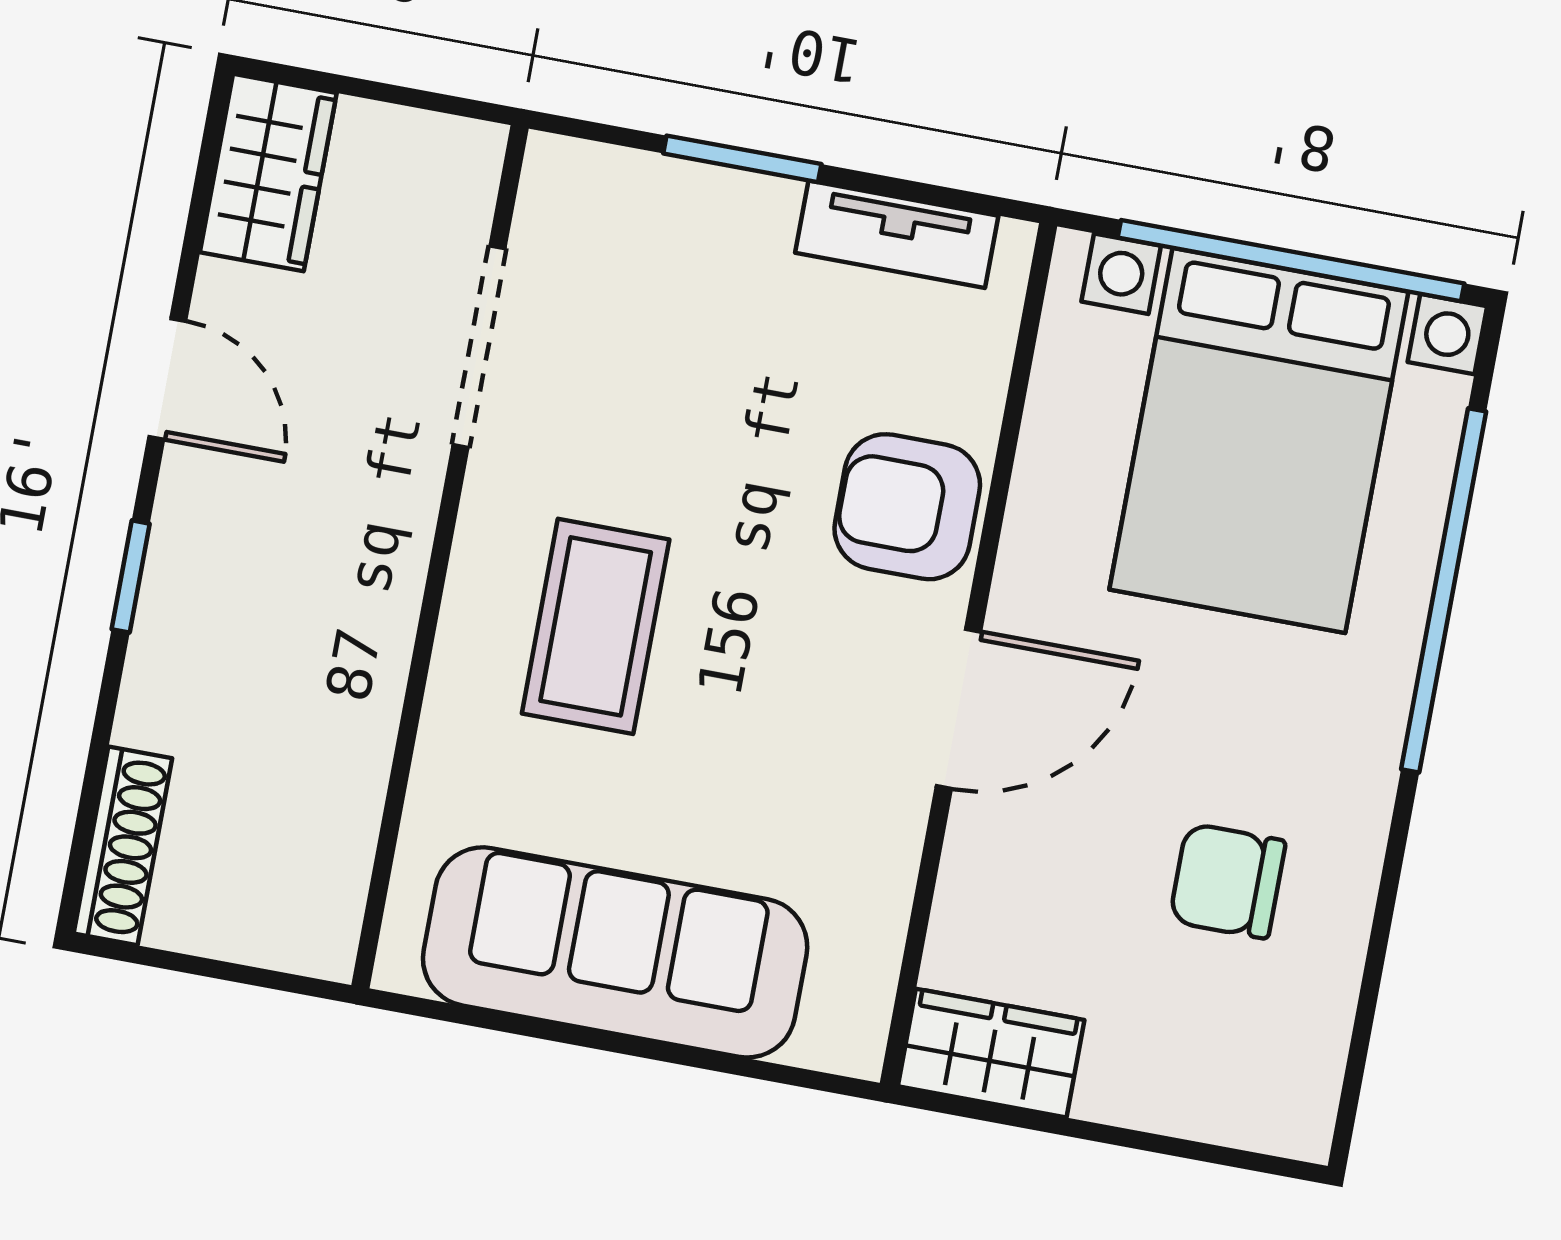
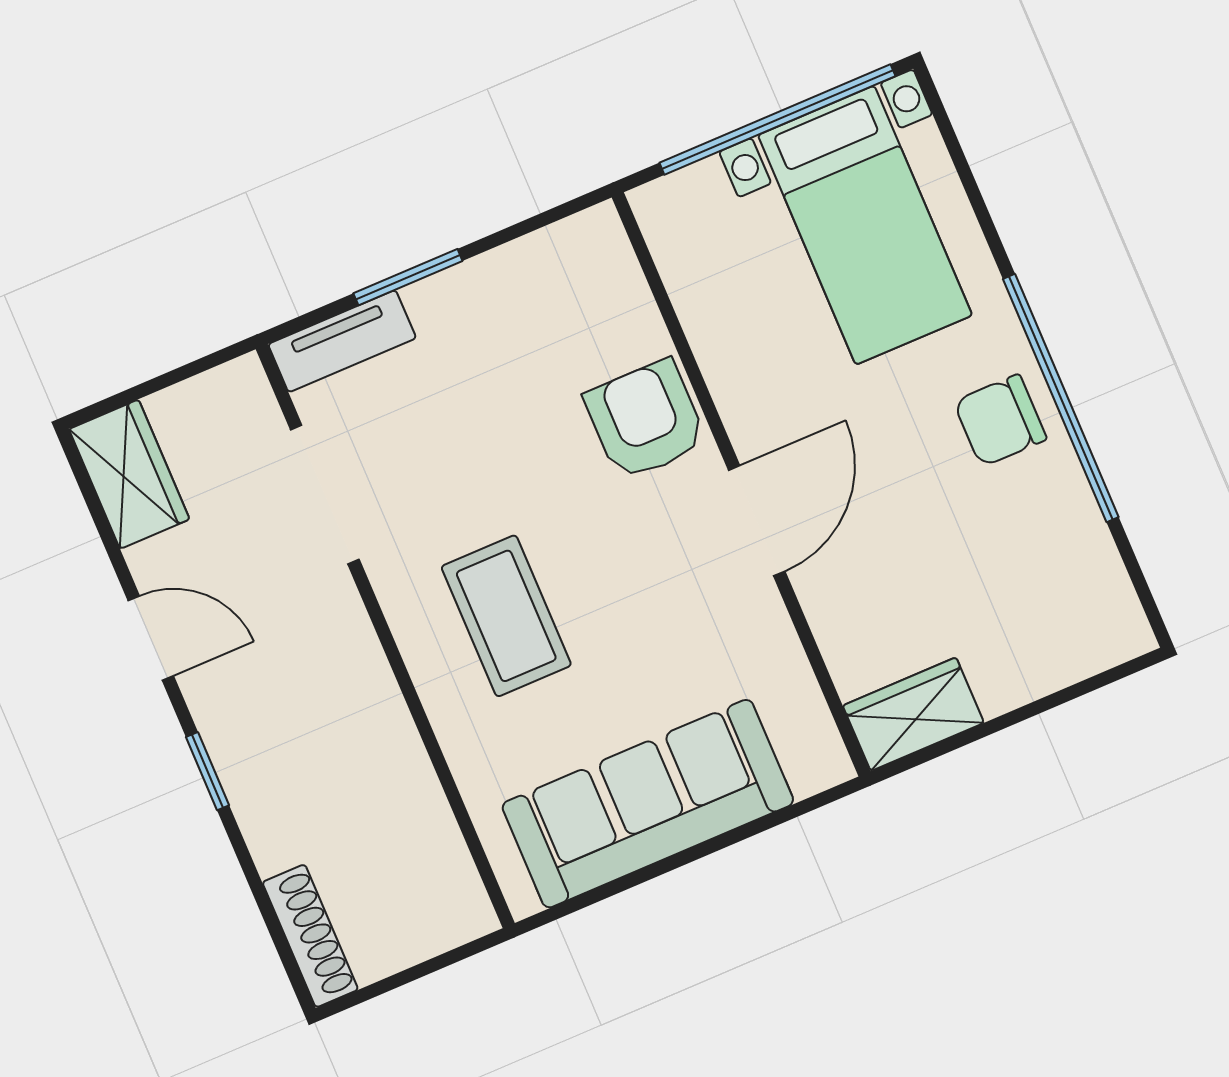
tv unit: (897, 234) -> (342, 341), moved
bed with nightstands: (1259, 441) -> (865, 225), width x0.73
armchair: (907, 507) -> (645, 420), turned 90
window: (1444, 590) -> (1061, 398), moved
chair: (1228, 881) -> (1000, 420), moved

